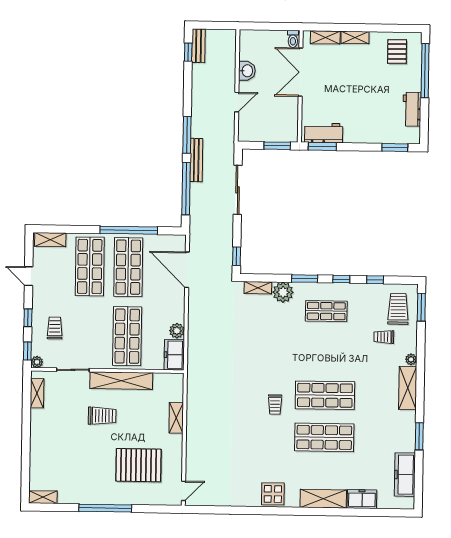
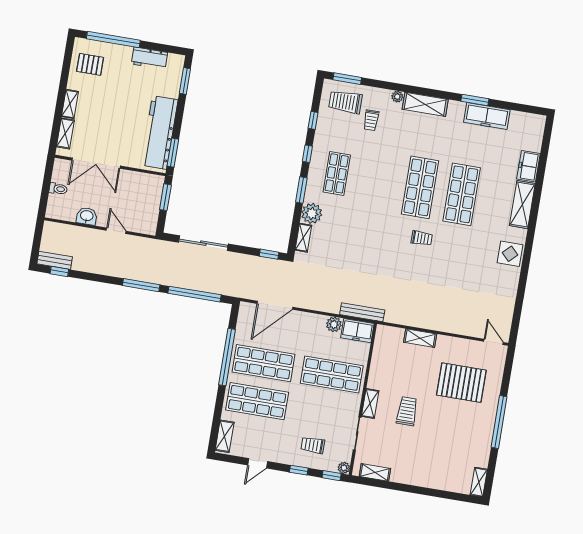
toilet: (293, 39) -> (58, 189), moved
workbench: (324, 133) -> (159, 132), width x1.88, depth x1.32
bench: (196, 160) -> (362, 312), moved
shelving: (121, 381) -> (370, 404), width x0.45, depth x0.75
pallet: (139, 465) -> (461, 383), turned 90
freezer: (405, 475) -> (487, 116), moved

